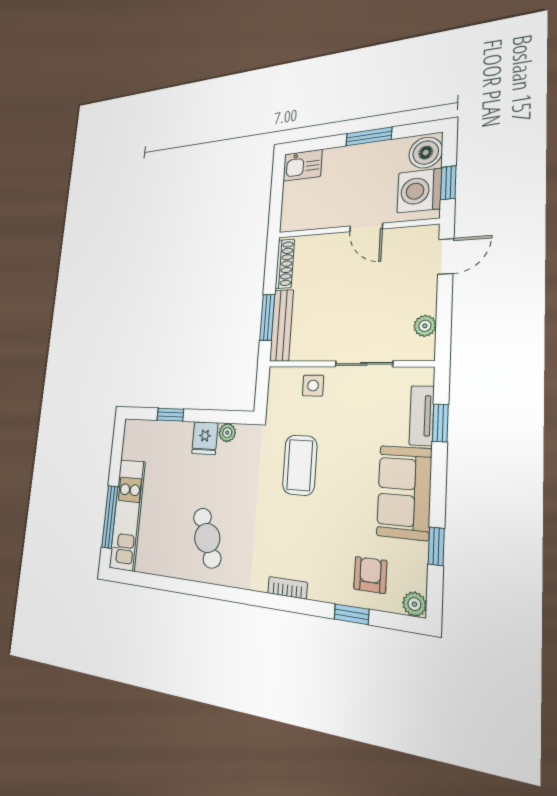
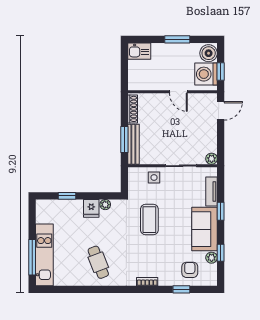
plant: (425, 326) -> (212, 159), moved
window: (440, 423) -> (221, 211), moved
plant: (414, 604) -> (212, 258), moved

